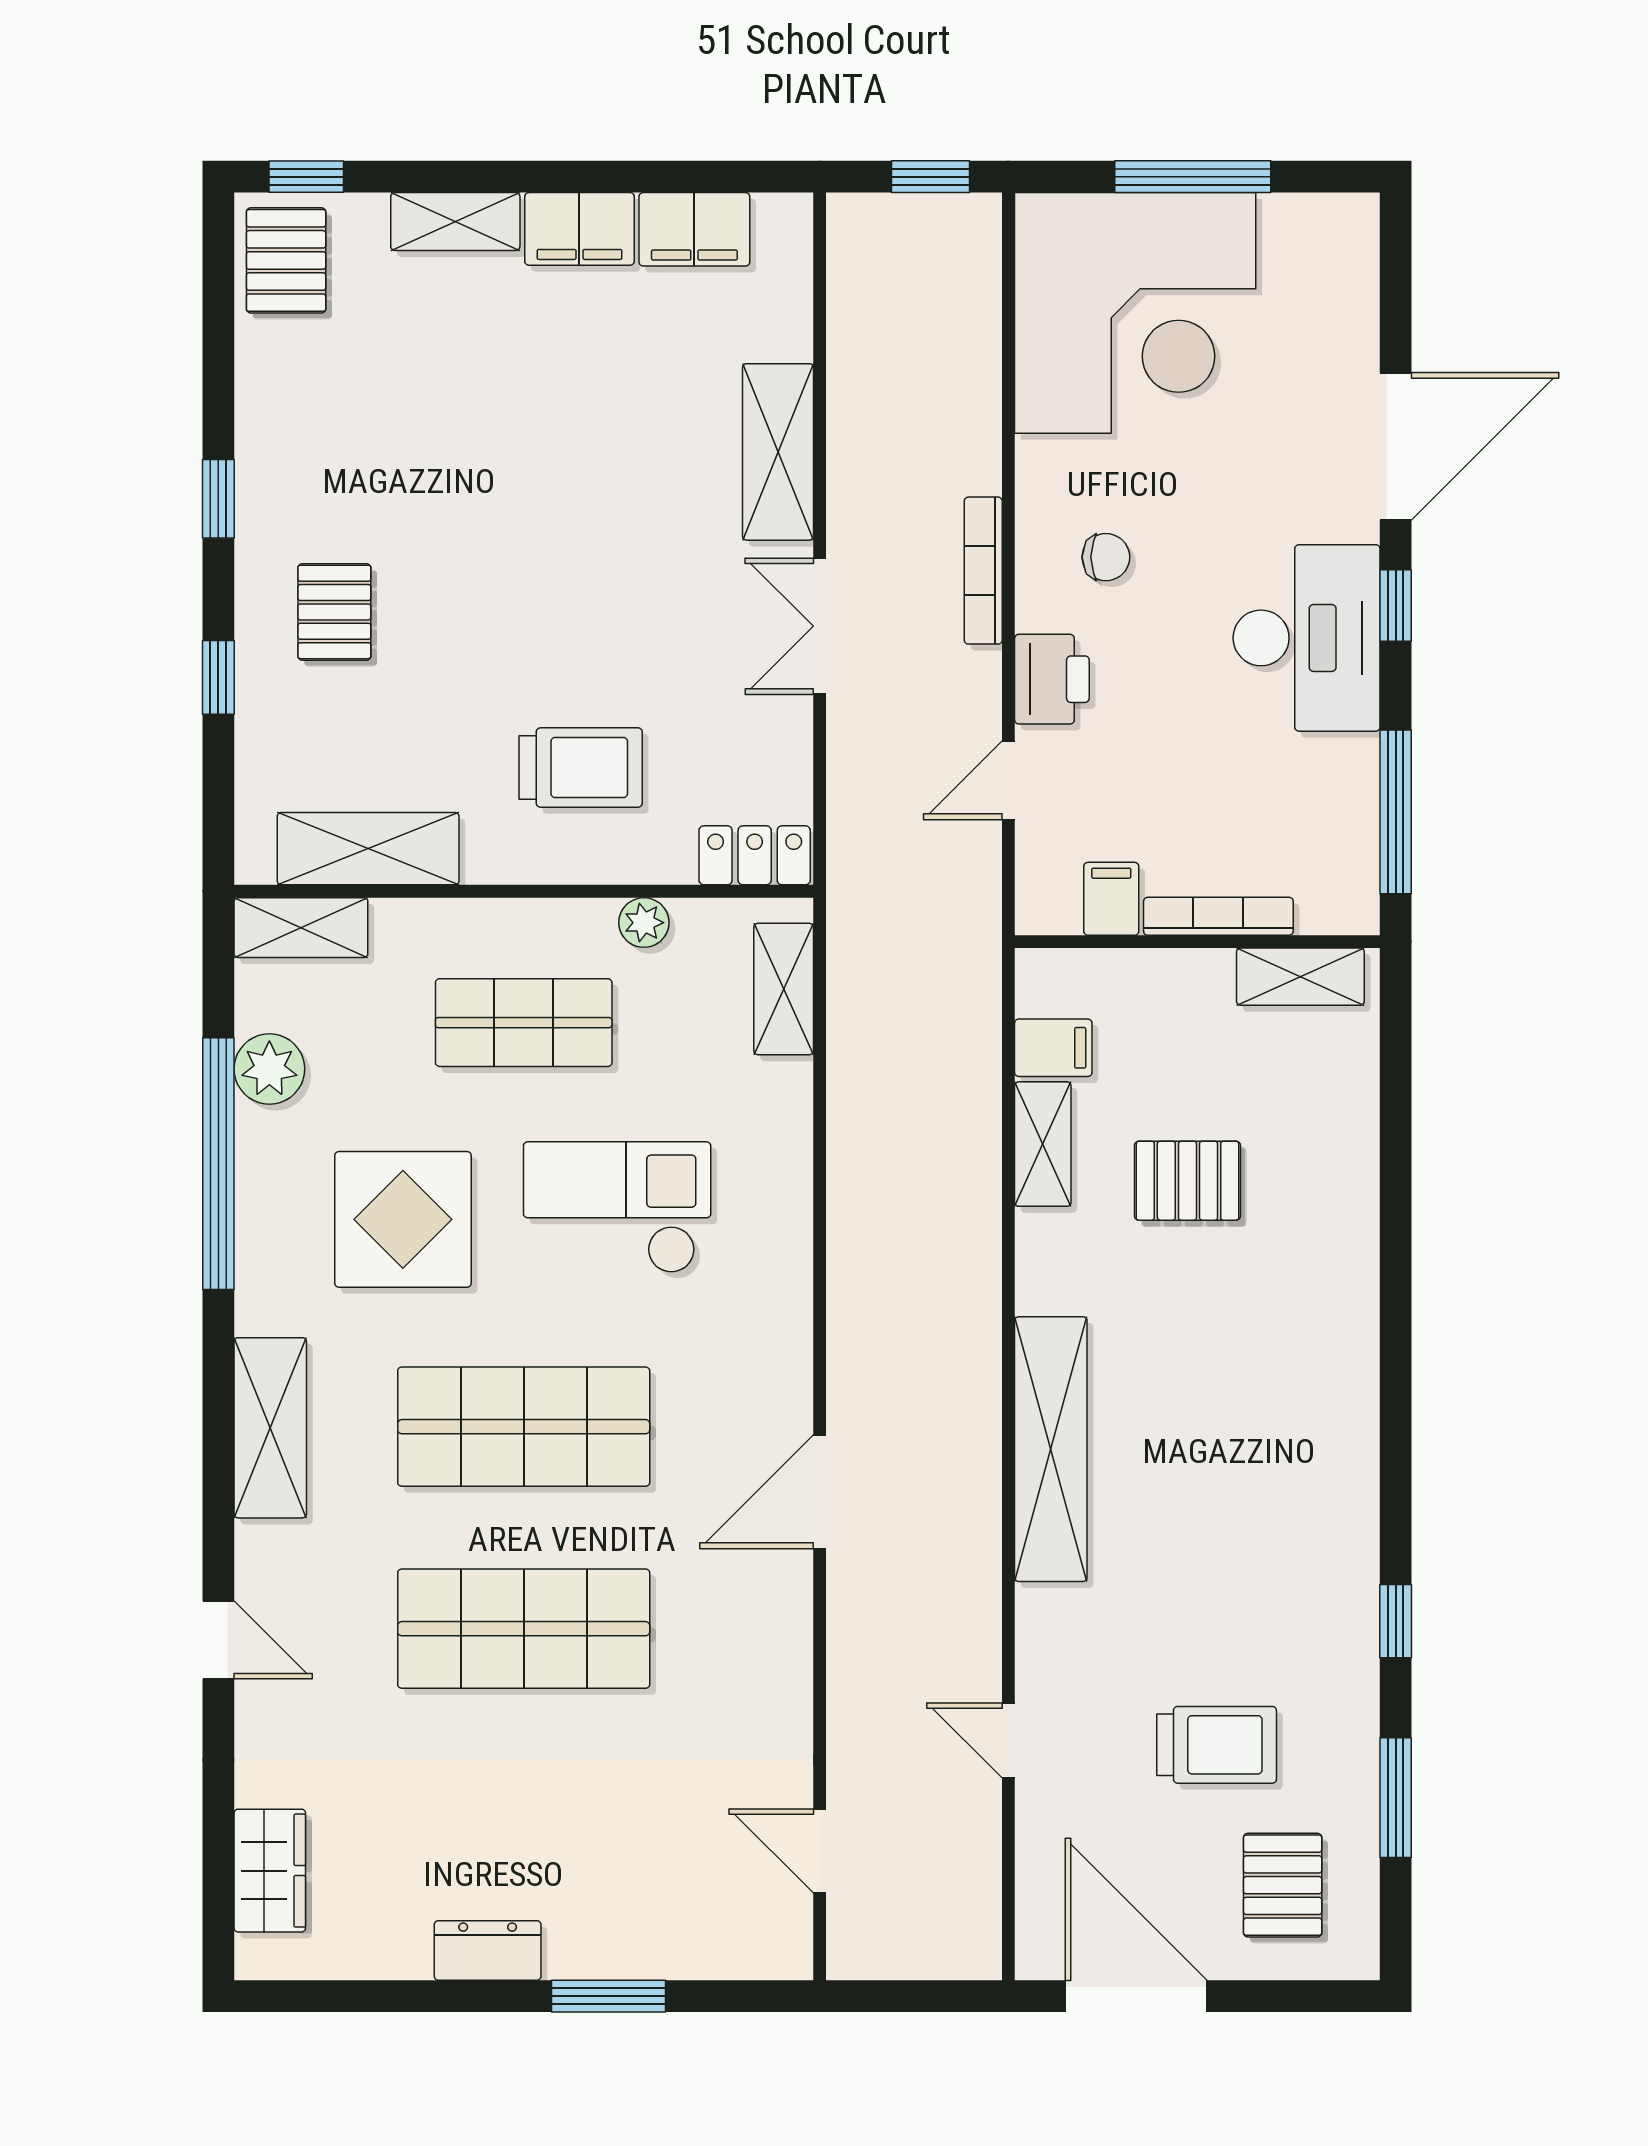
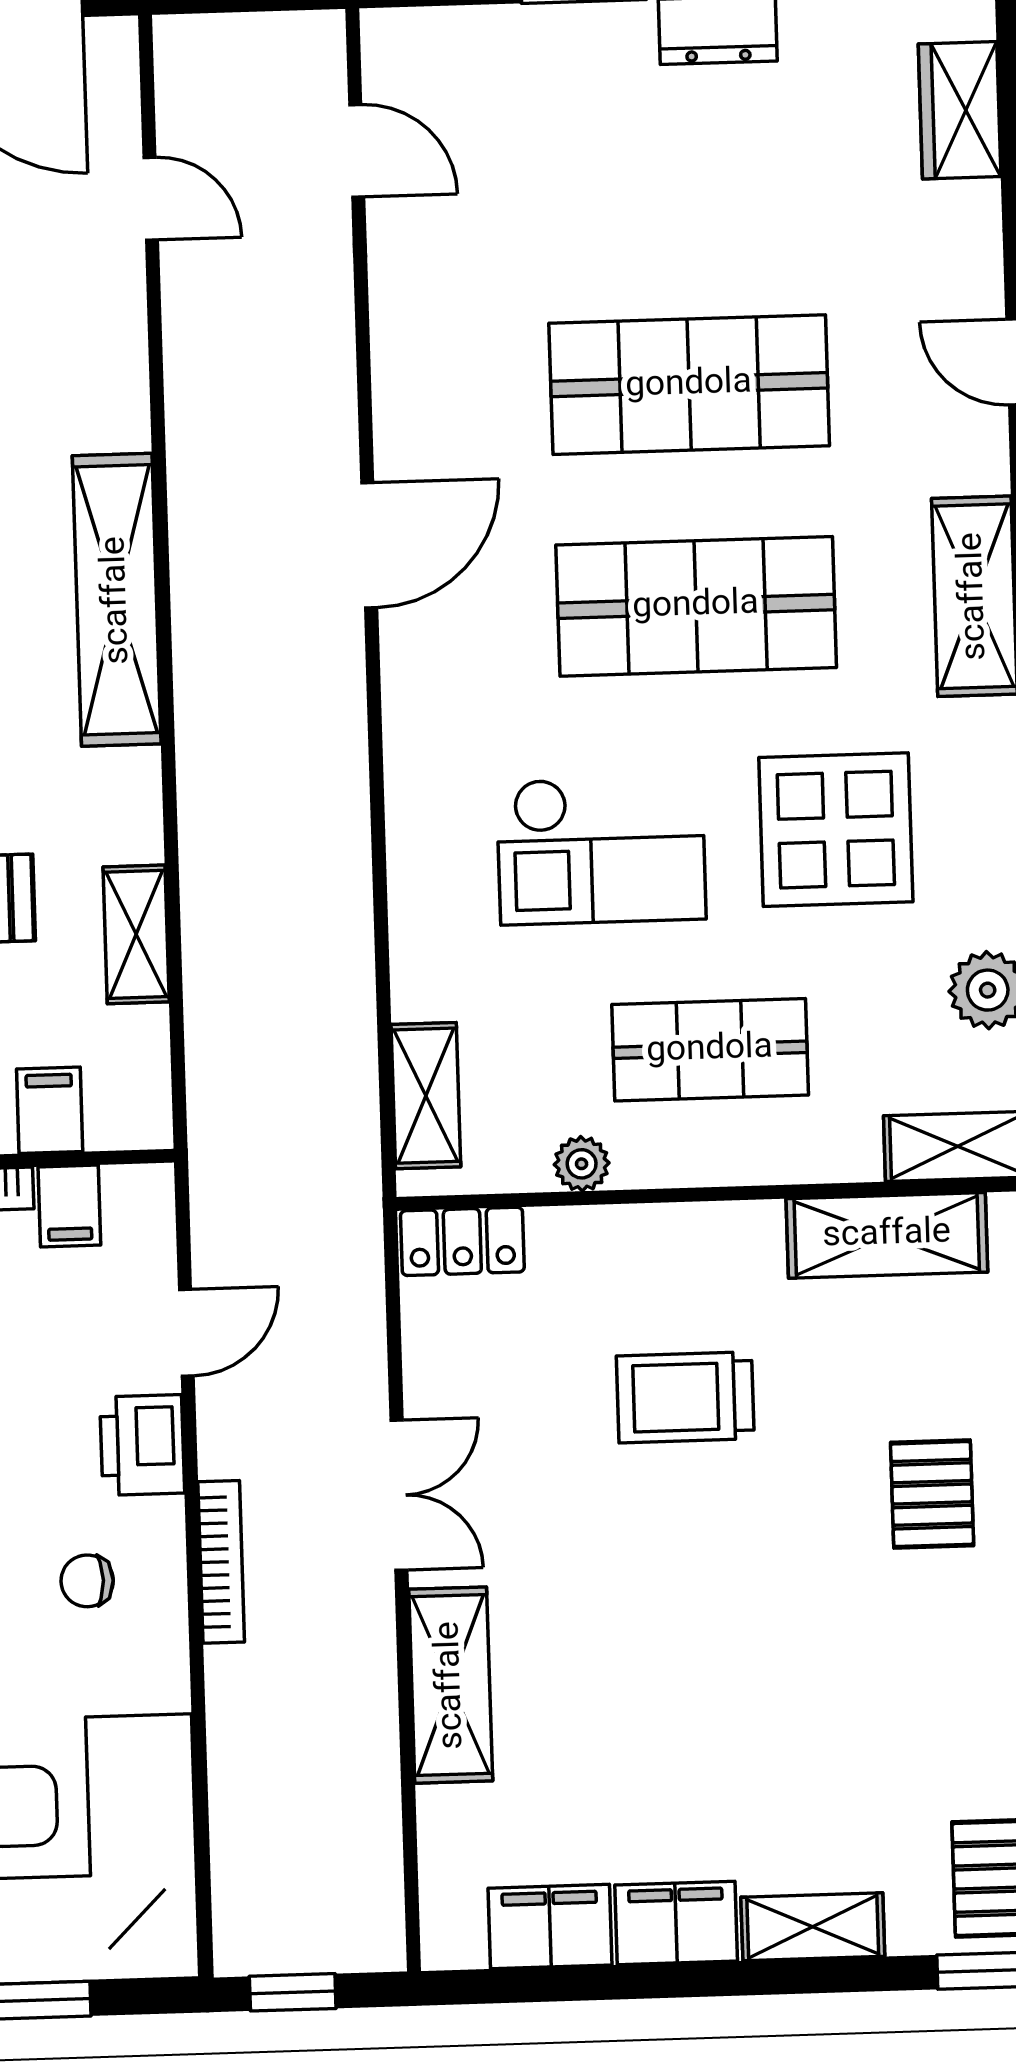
trolley: (581, 767) -> (685, 1397), moved
filing cabinet: (1053, 1048) -> (50, 1110), moved, turned 90
door: (1008, 1740) -> (151, 199), moved

